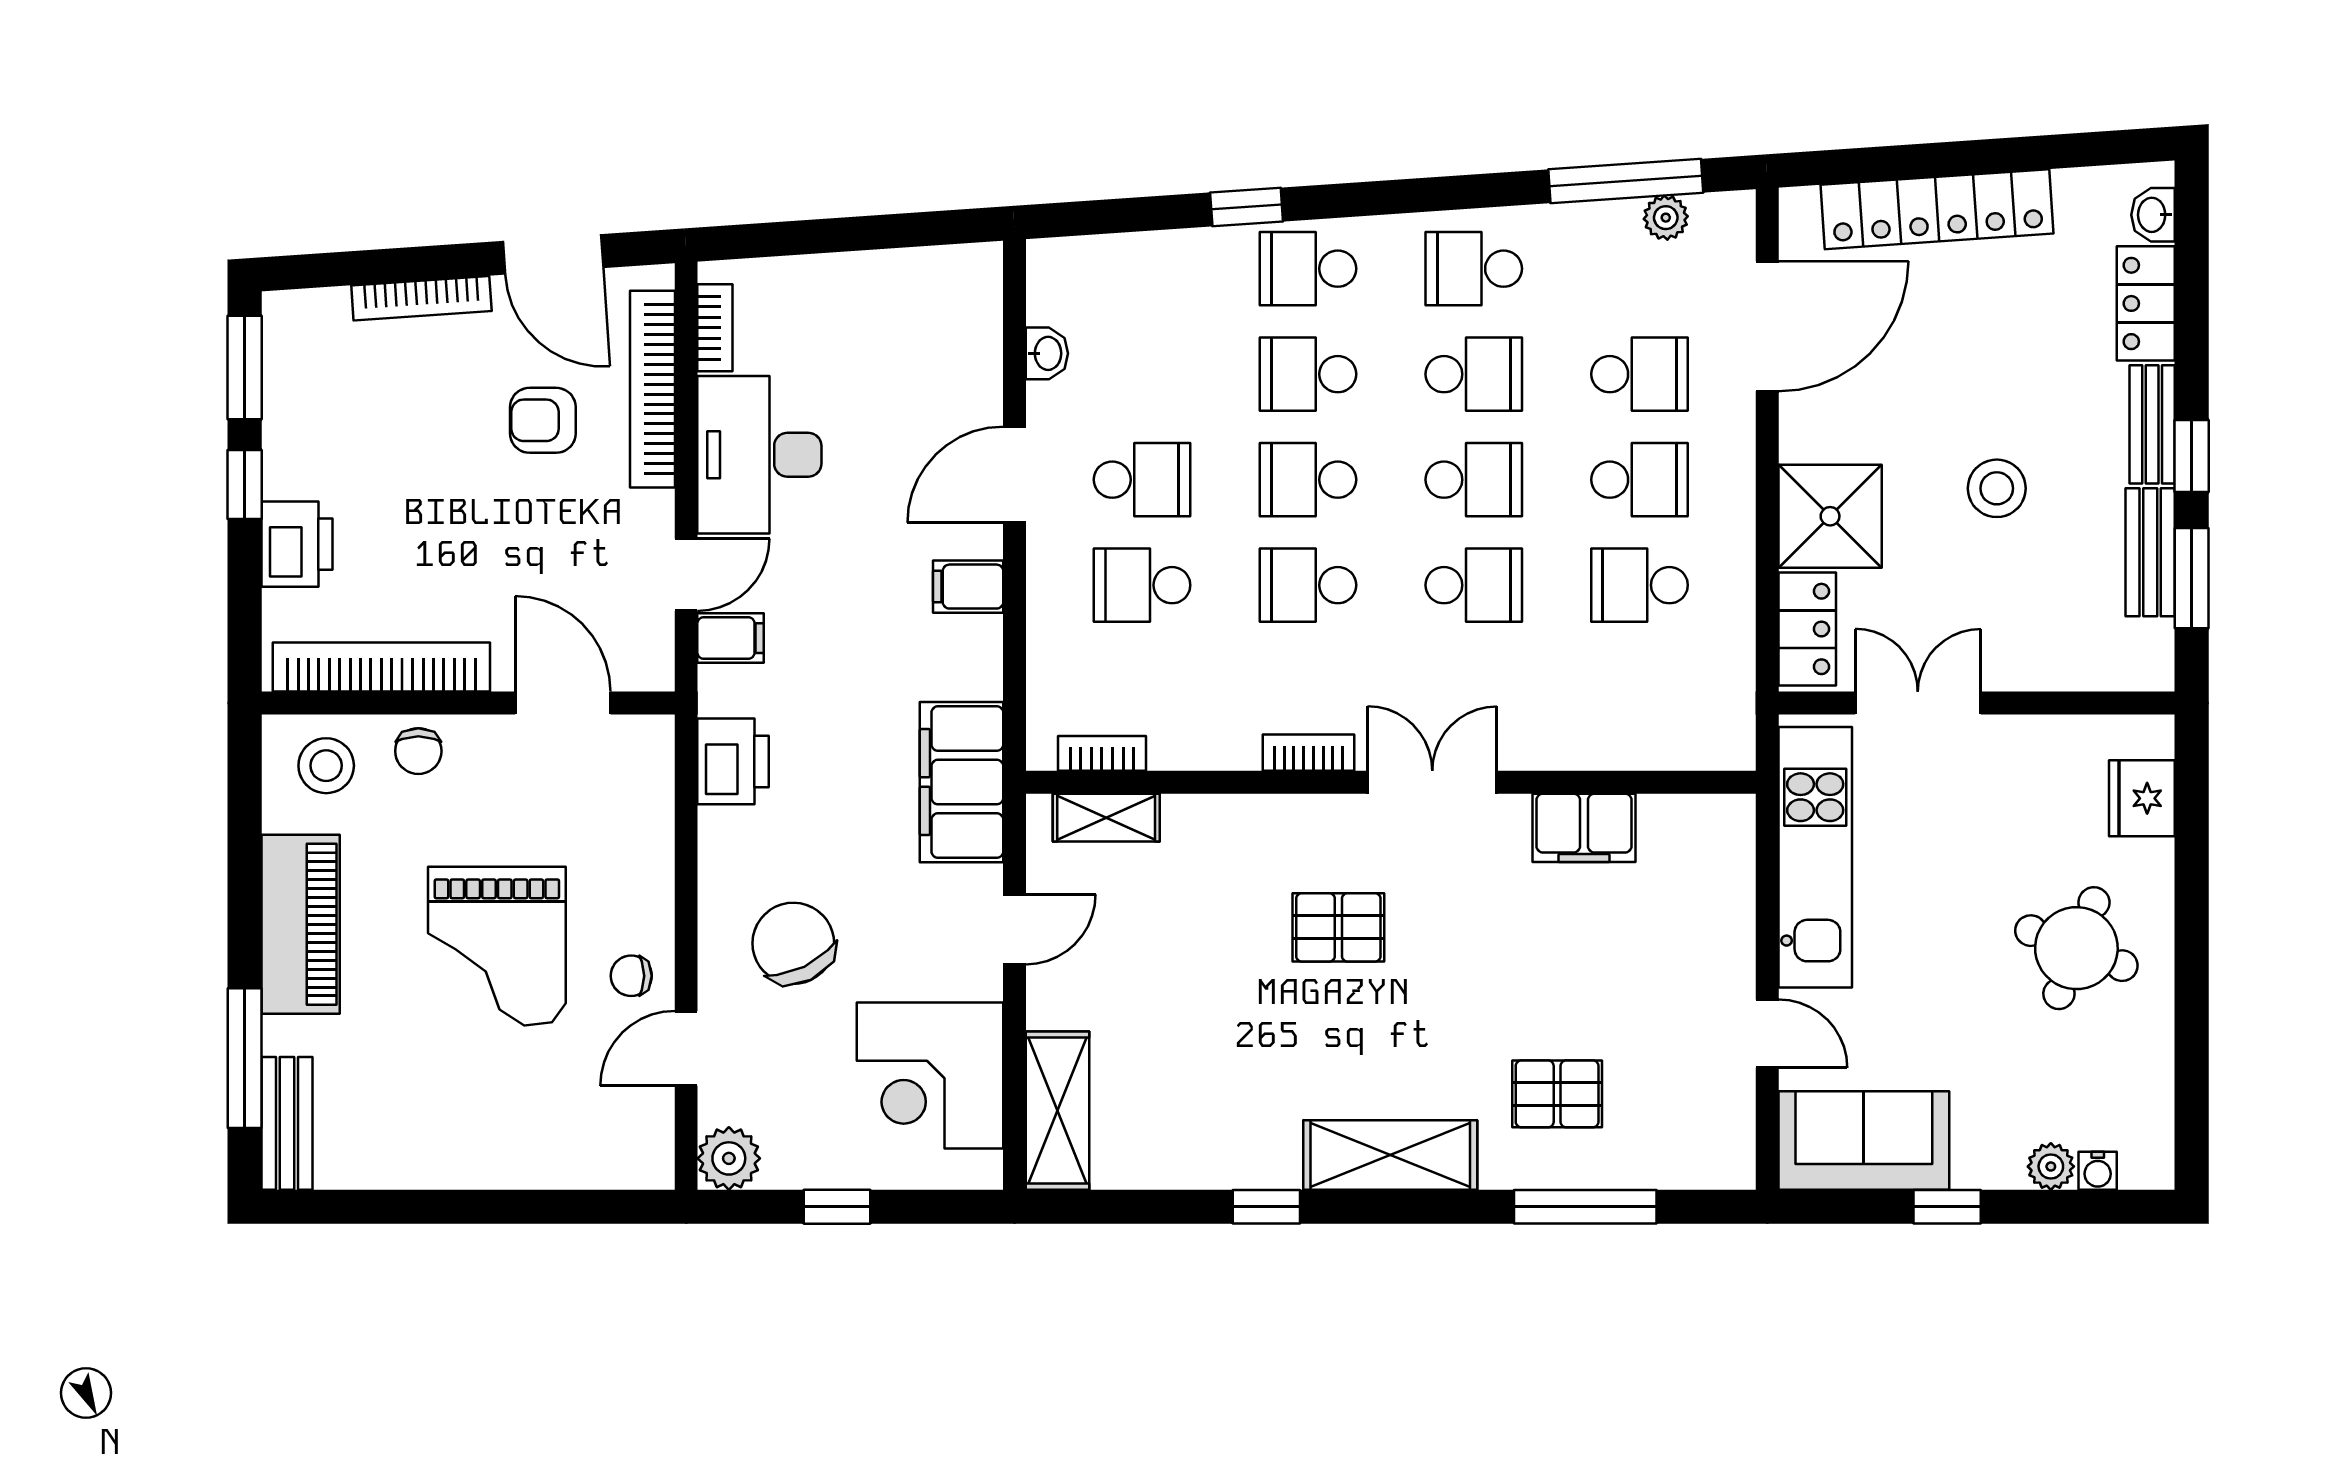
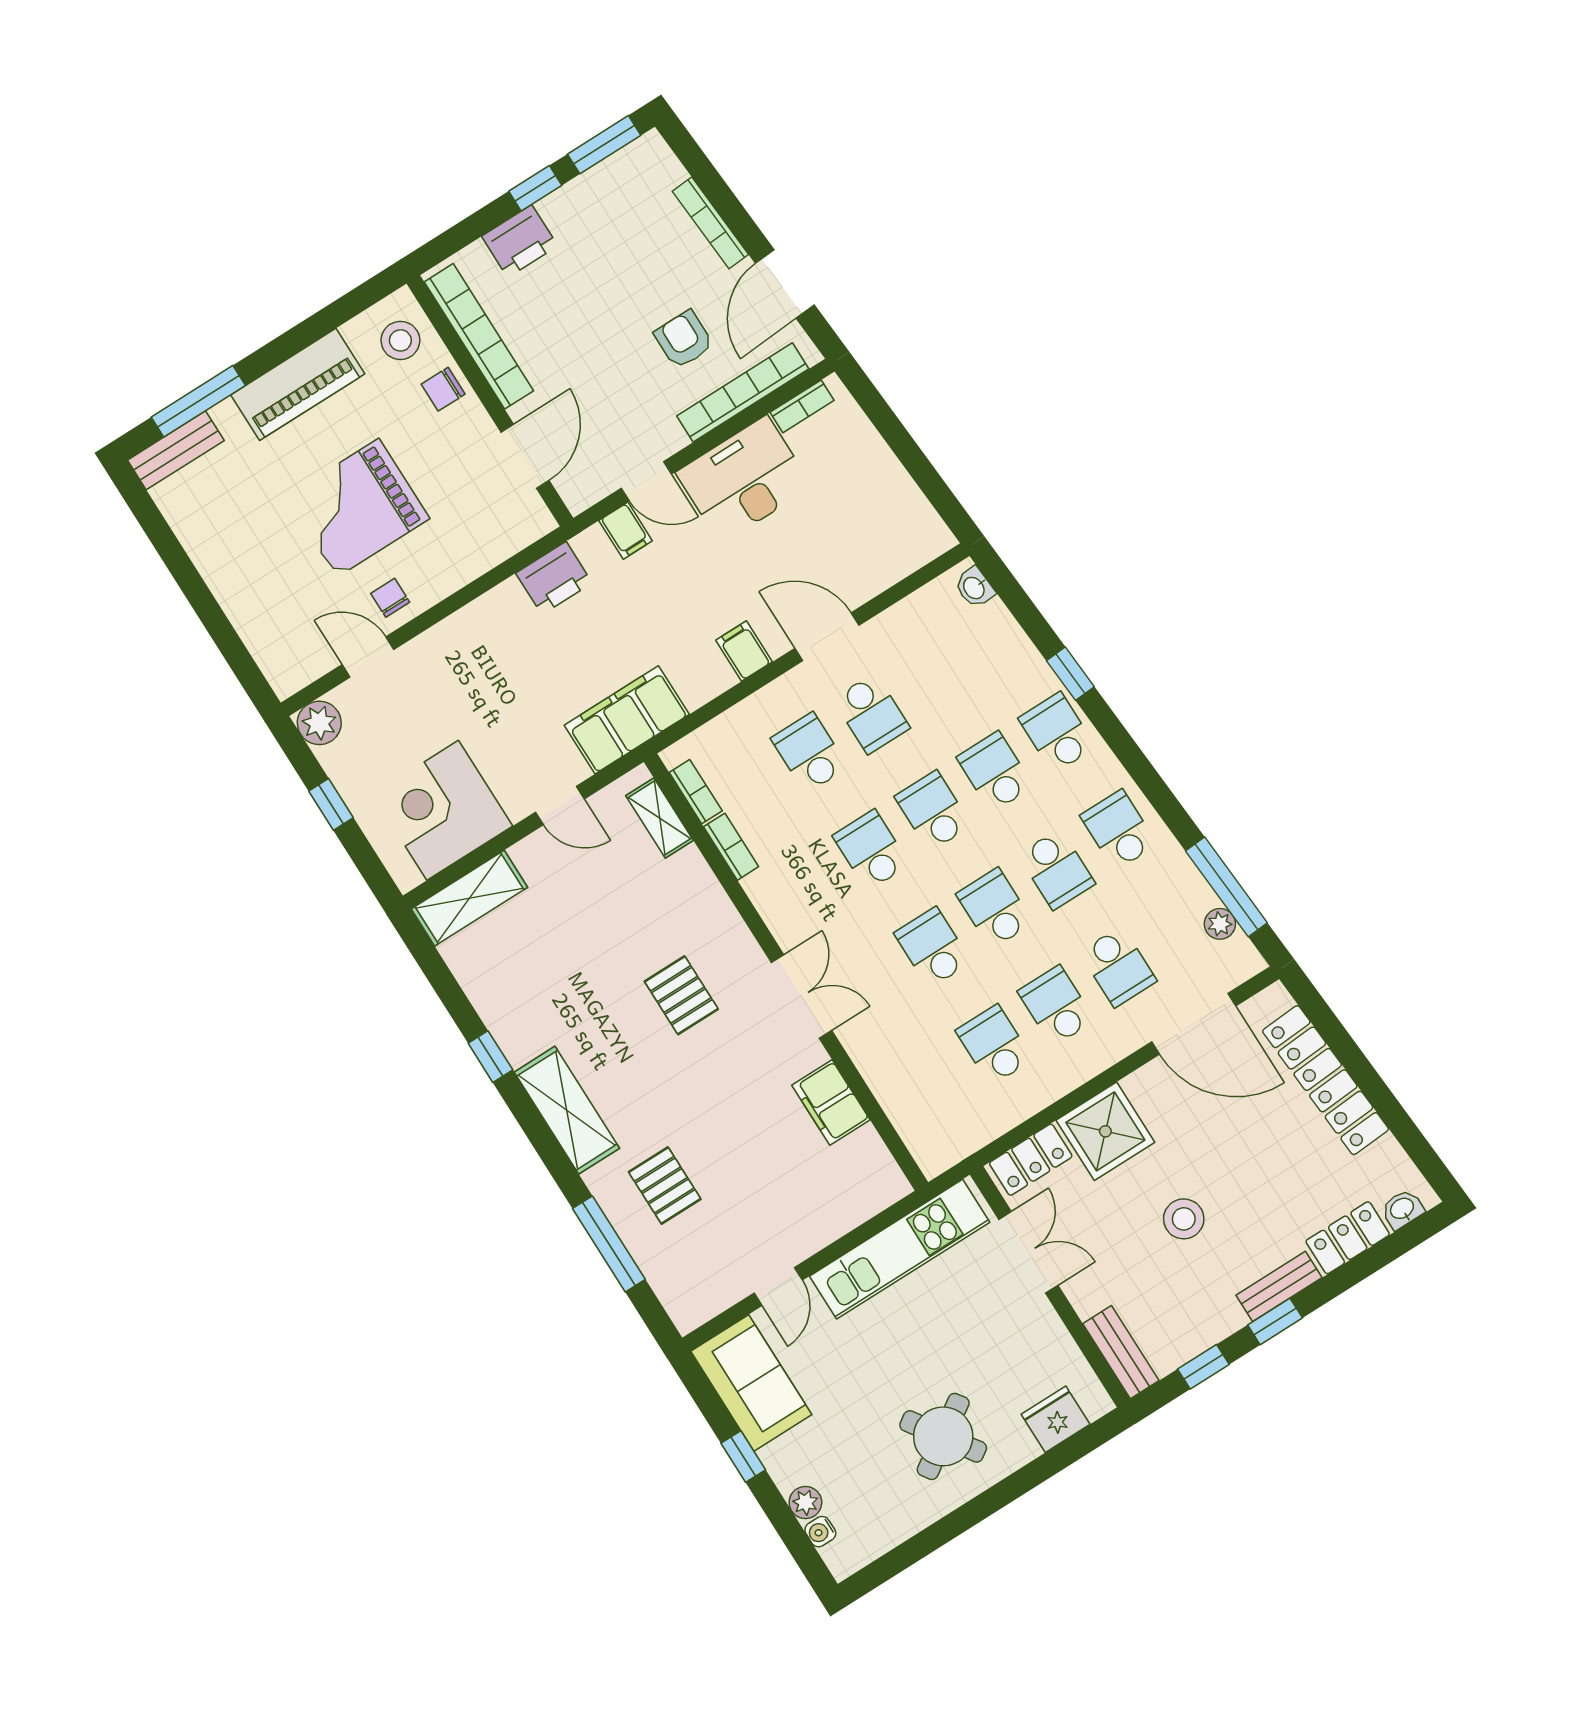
washbasin: (1047, 353) -> (975, 588), moved, turned 86
school desk: (1474, 480) -> (995, 908), turned 180
school desk: (1640, 480) -> (1056, 1006), turned 180
bench: (2150, 552) -> (1121, 1352), moved, turned 90
window: (2192, 578) -> (1203, 1367), width x0.67
school desk: (1474, 585) -> (933, 948), turned 180
bookcase: (1308, 753) -> (731, 847), moved
chair: (793, 943) -> (470, 681), removed
round table: (2076, 948) -> (943, 1436), turned 35

